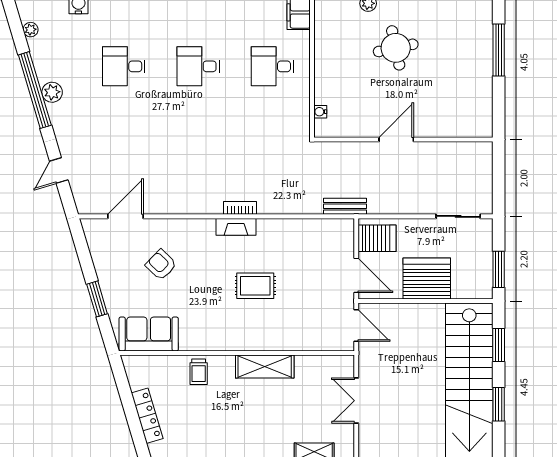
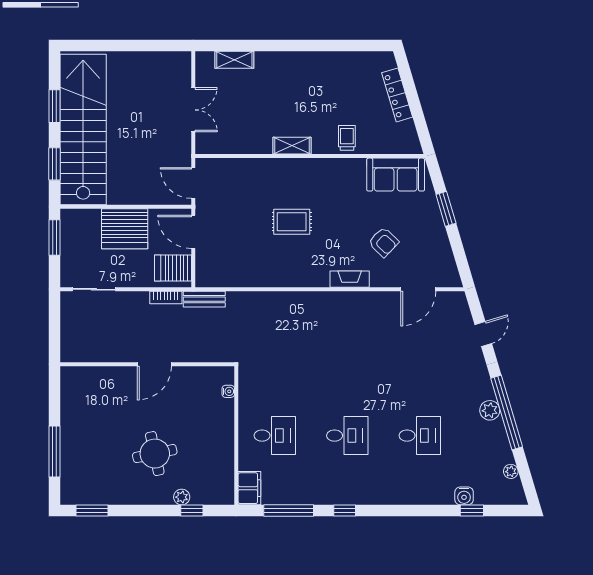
bookcase: (240, 208) -> (166, 298), moved
fireplace: (236, 227) -> (350, 279), moved
shelving: (265, 367) -> (292, 146), width x0.67, depth x0.75

